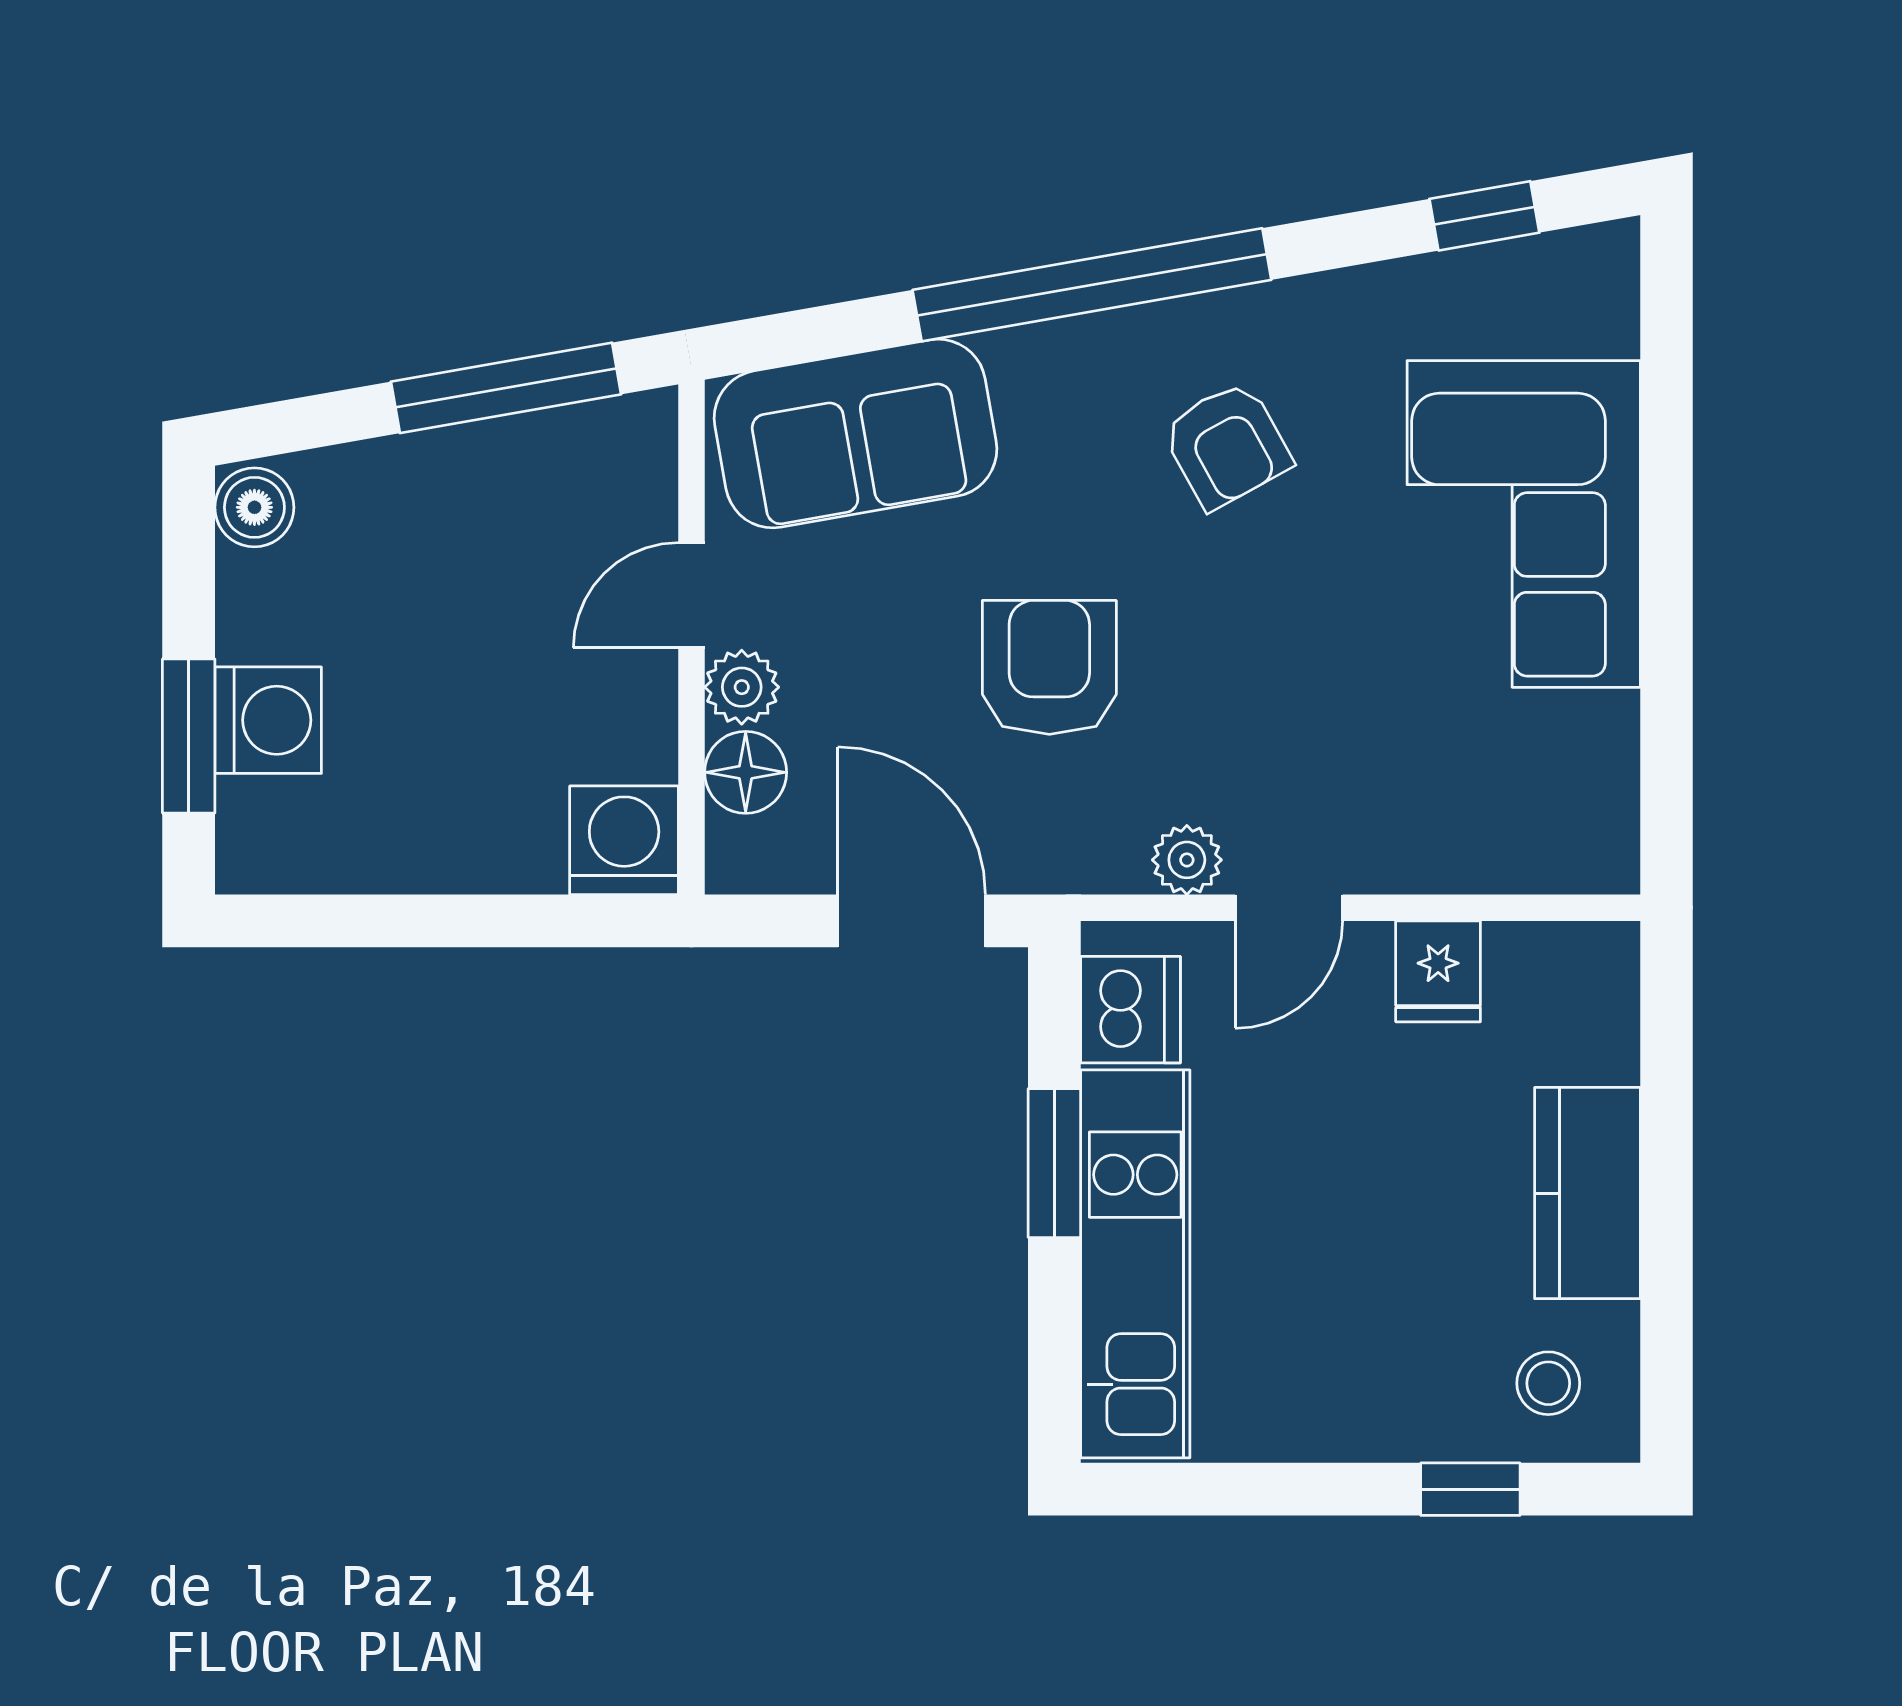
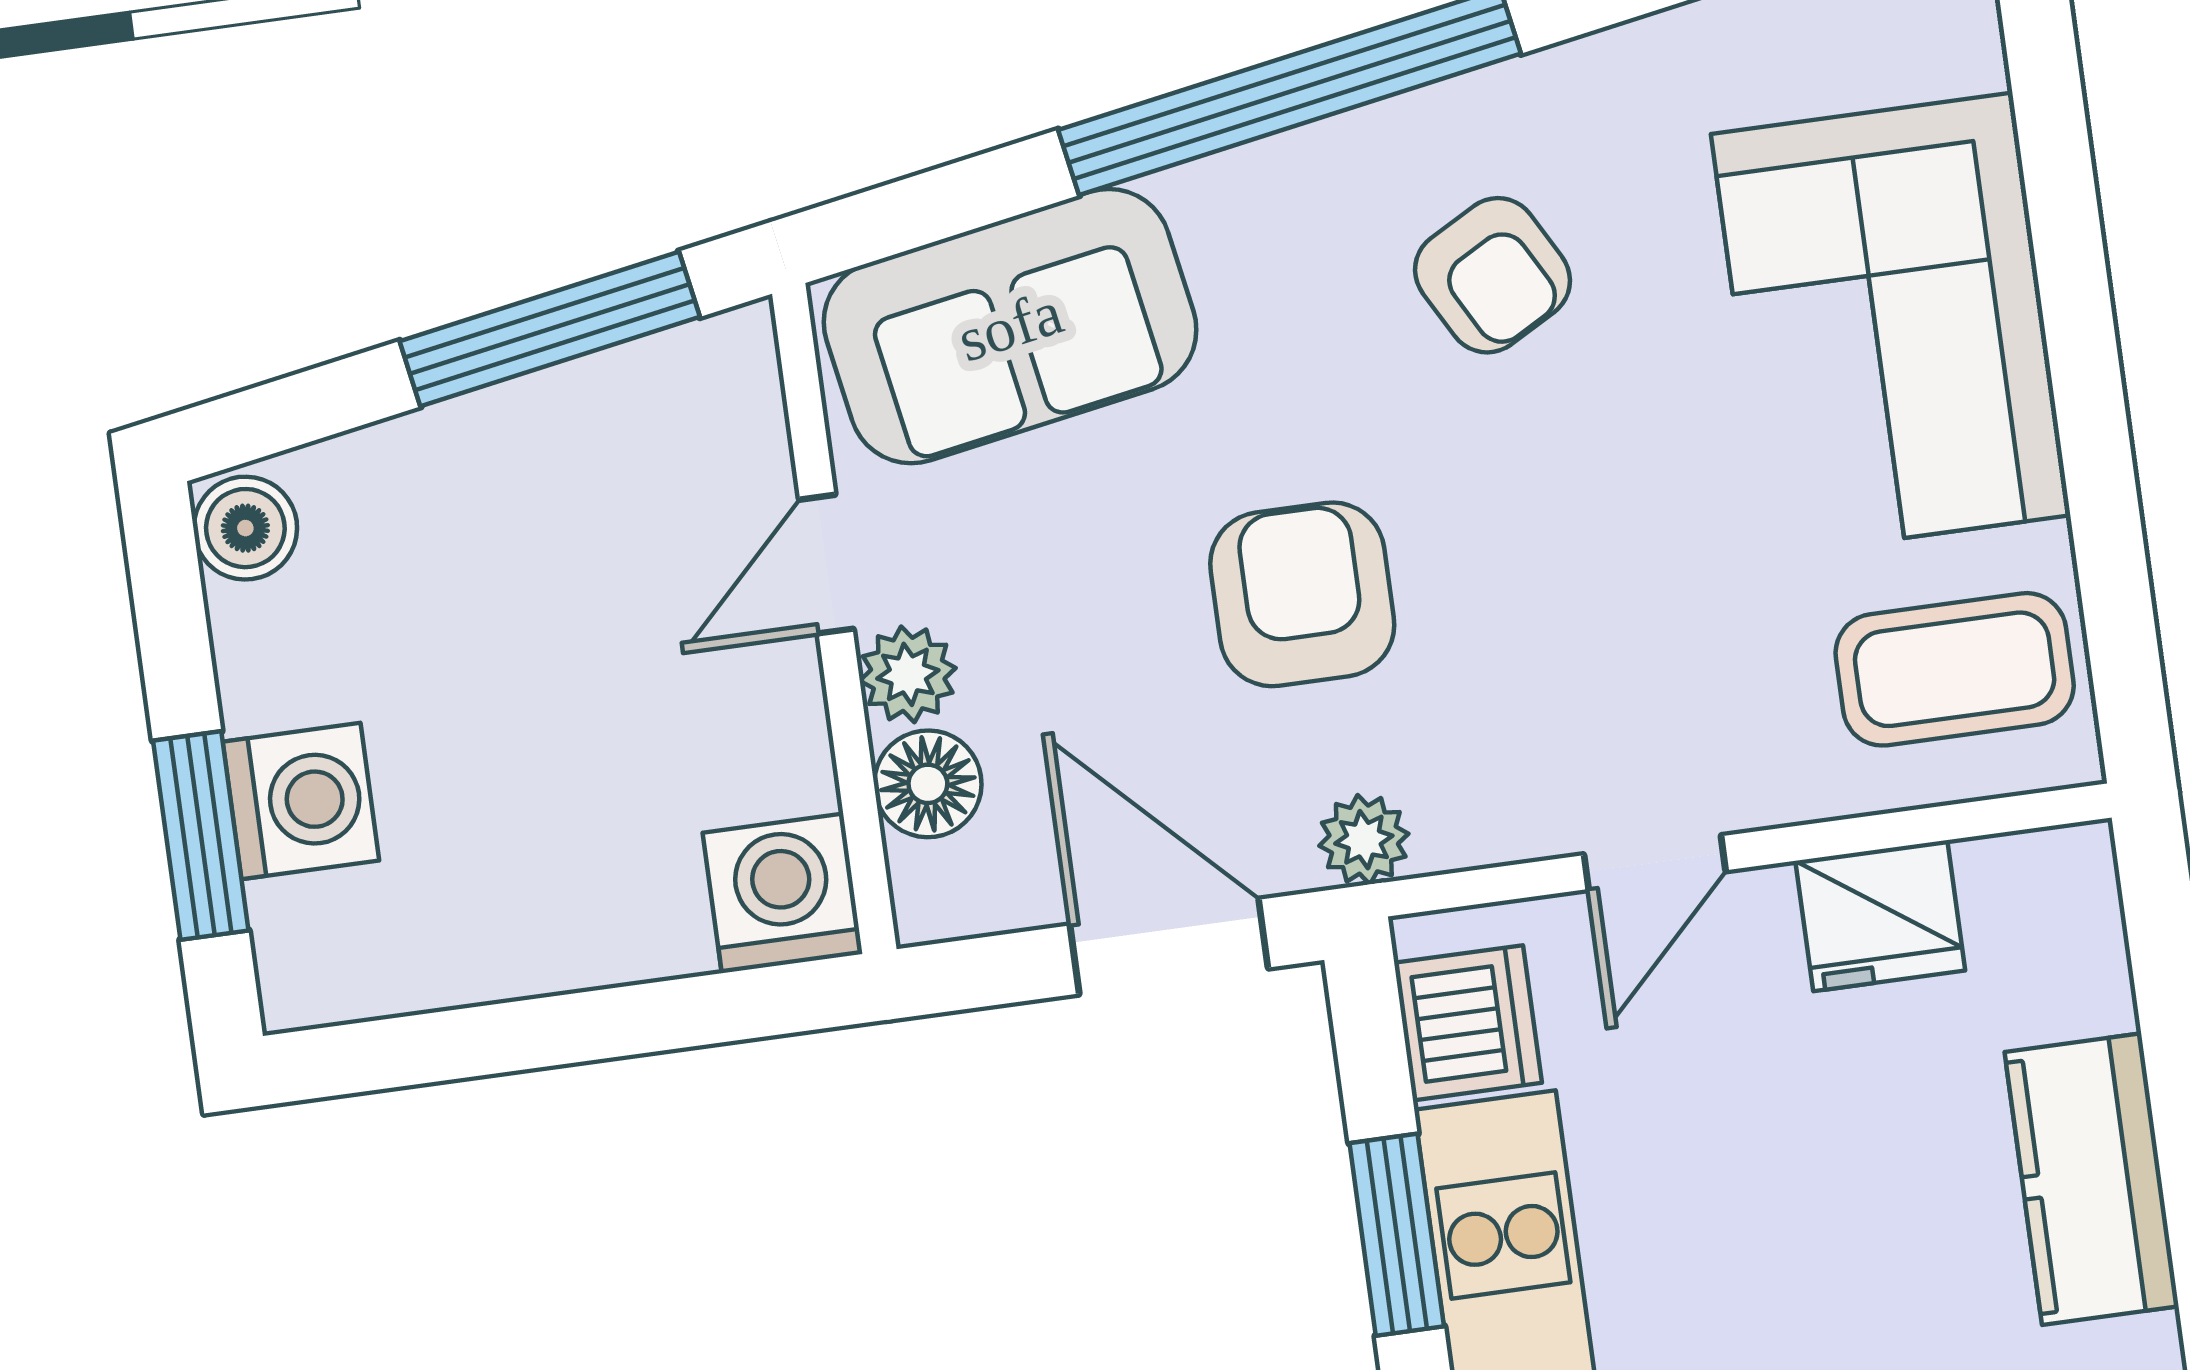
coffee table: (1536, 792) -> (1955, 669), added
plant: (1187, 860) -> (1364, 840), moved
fridge: (1438, 971) -> (1880, 916), width x1.38

